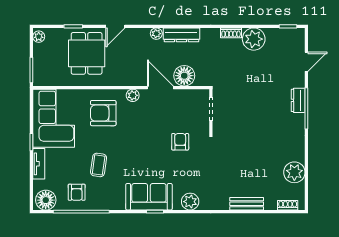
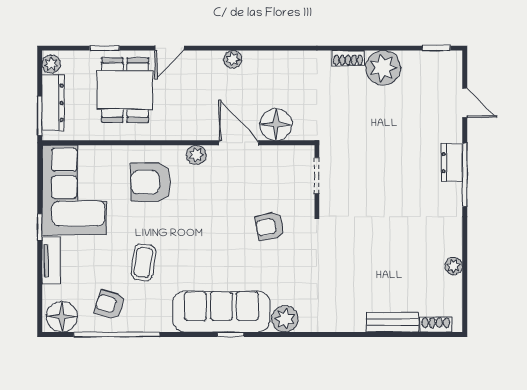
dresser: (181, 35) -> (53, 103), moved, turned -90
door: (306, 62) -> (465, 103), hinge flipped
armchair: (180, 142) -> (270, 226), turned -101
plant: (294, 172) -> (454, 266), width x0.53, depth x0.53
armchair: (77, 192) -> (110, 305), turned 106
sofa: (149, 197) -> (221, 312), width x1.36
bench: (247, 204) -> (393, 322), moved

